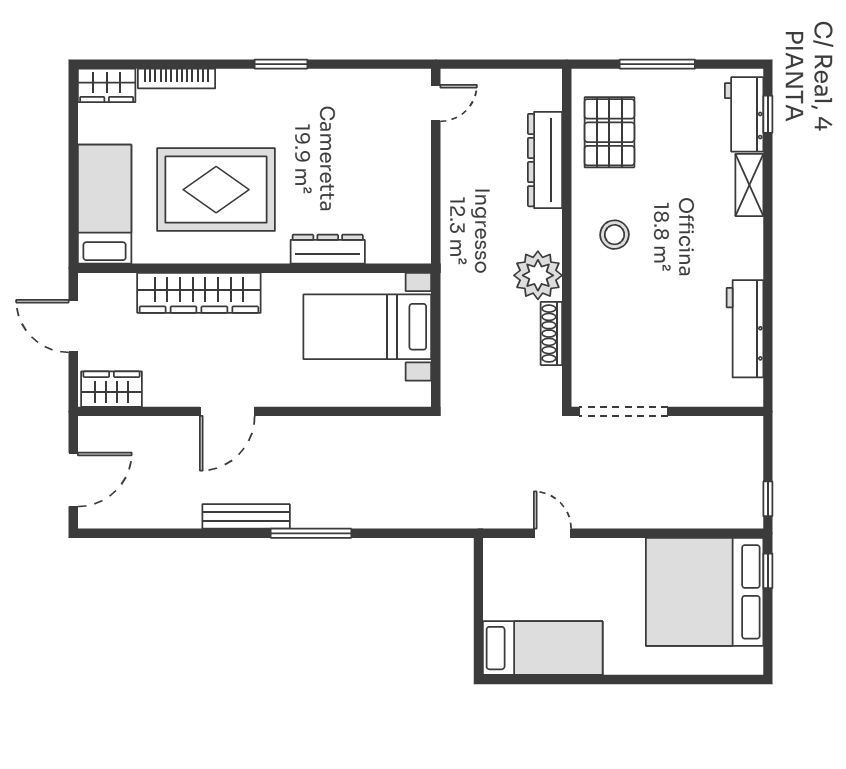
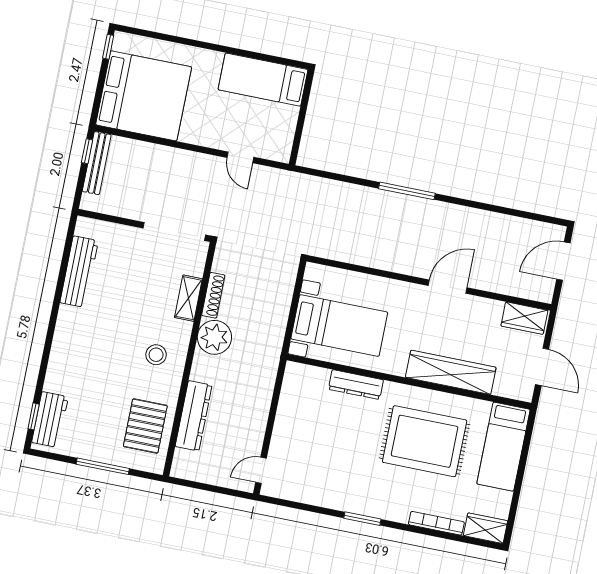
shelving: (749, 185) -> (188, 298), moved
bench: (246, 516) -> (97, 163), moved, turned 90
window: (768, 571) -> (108, 47), moved

